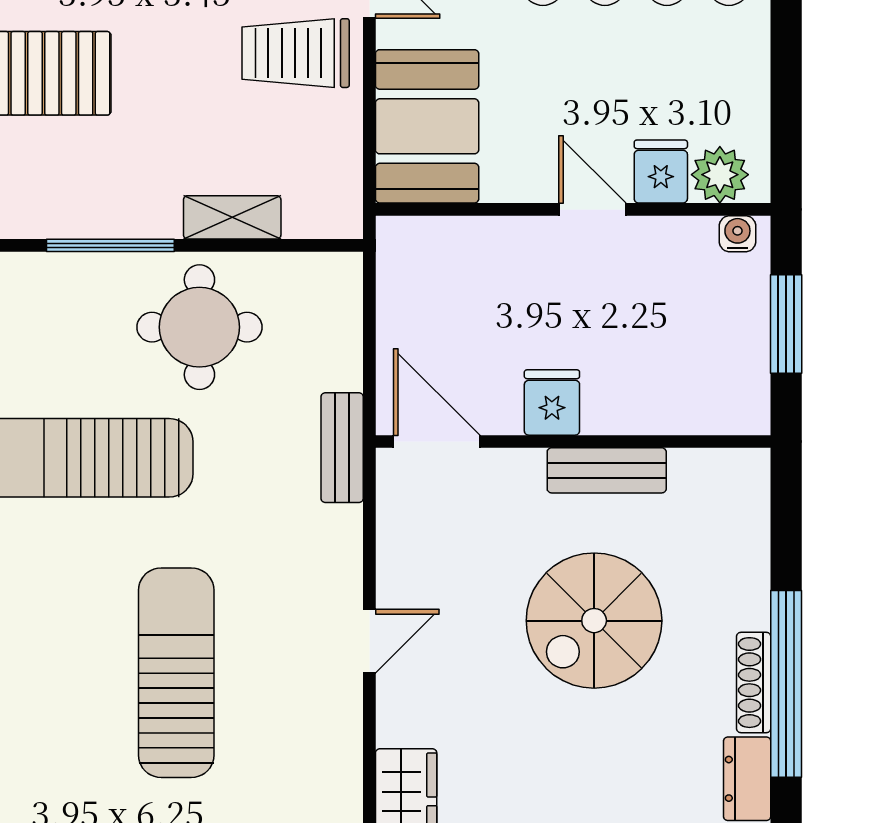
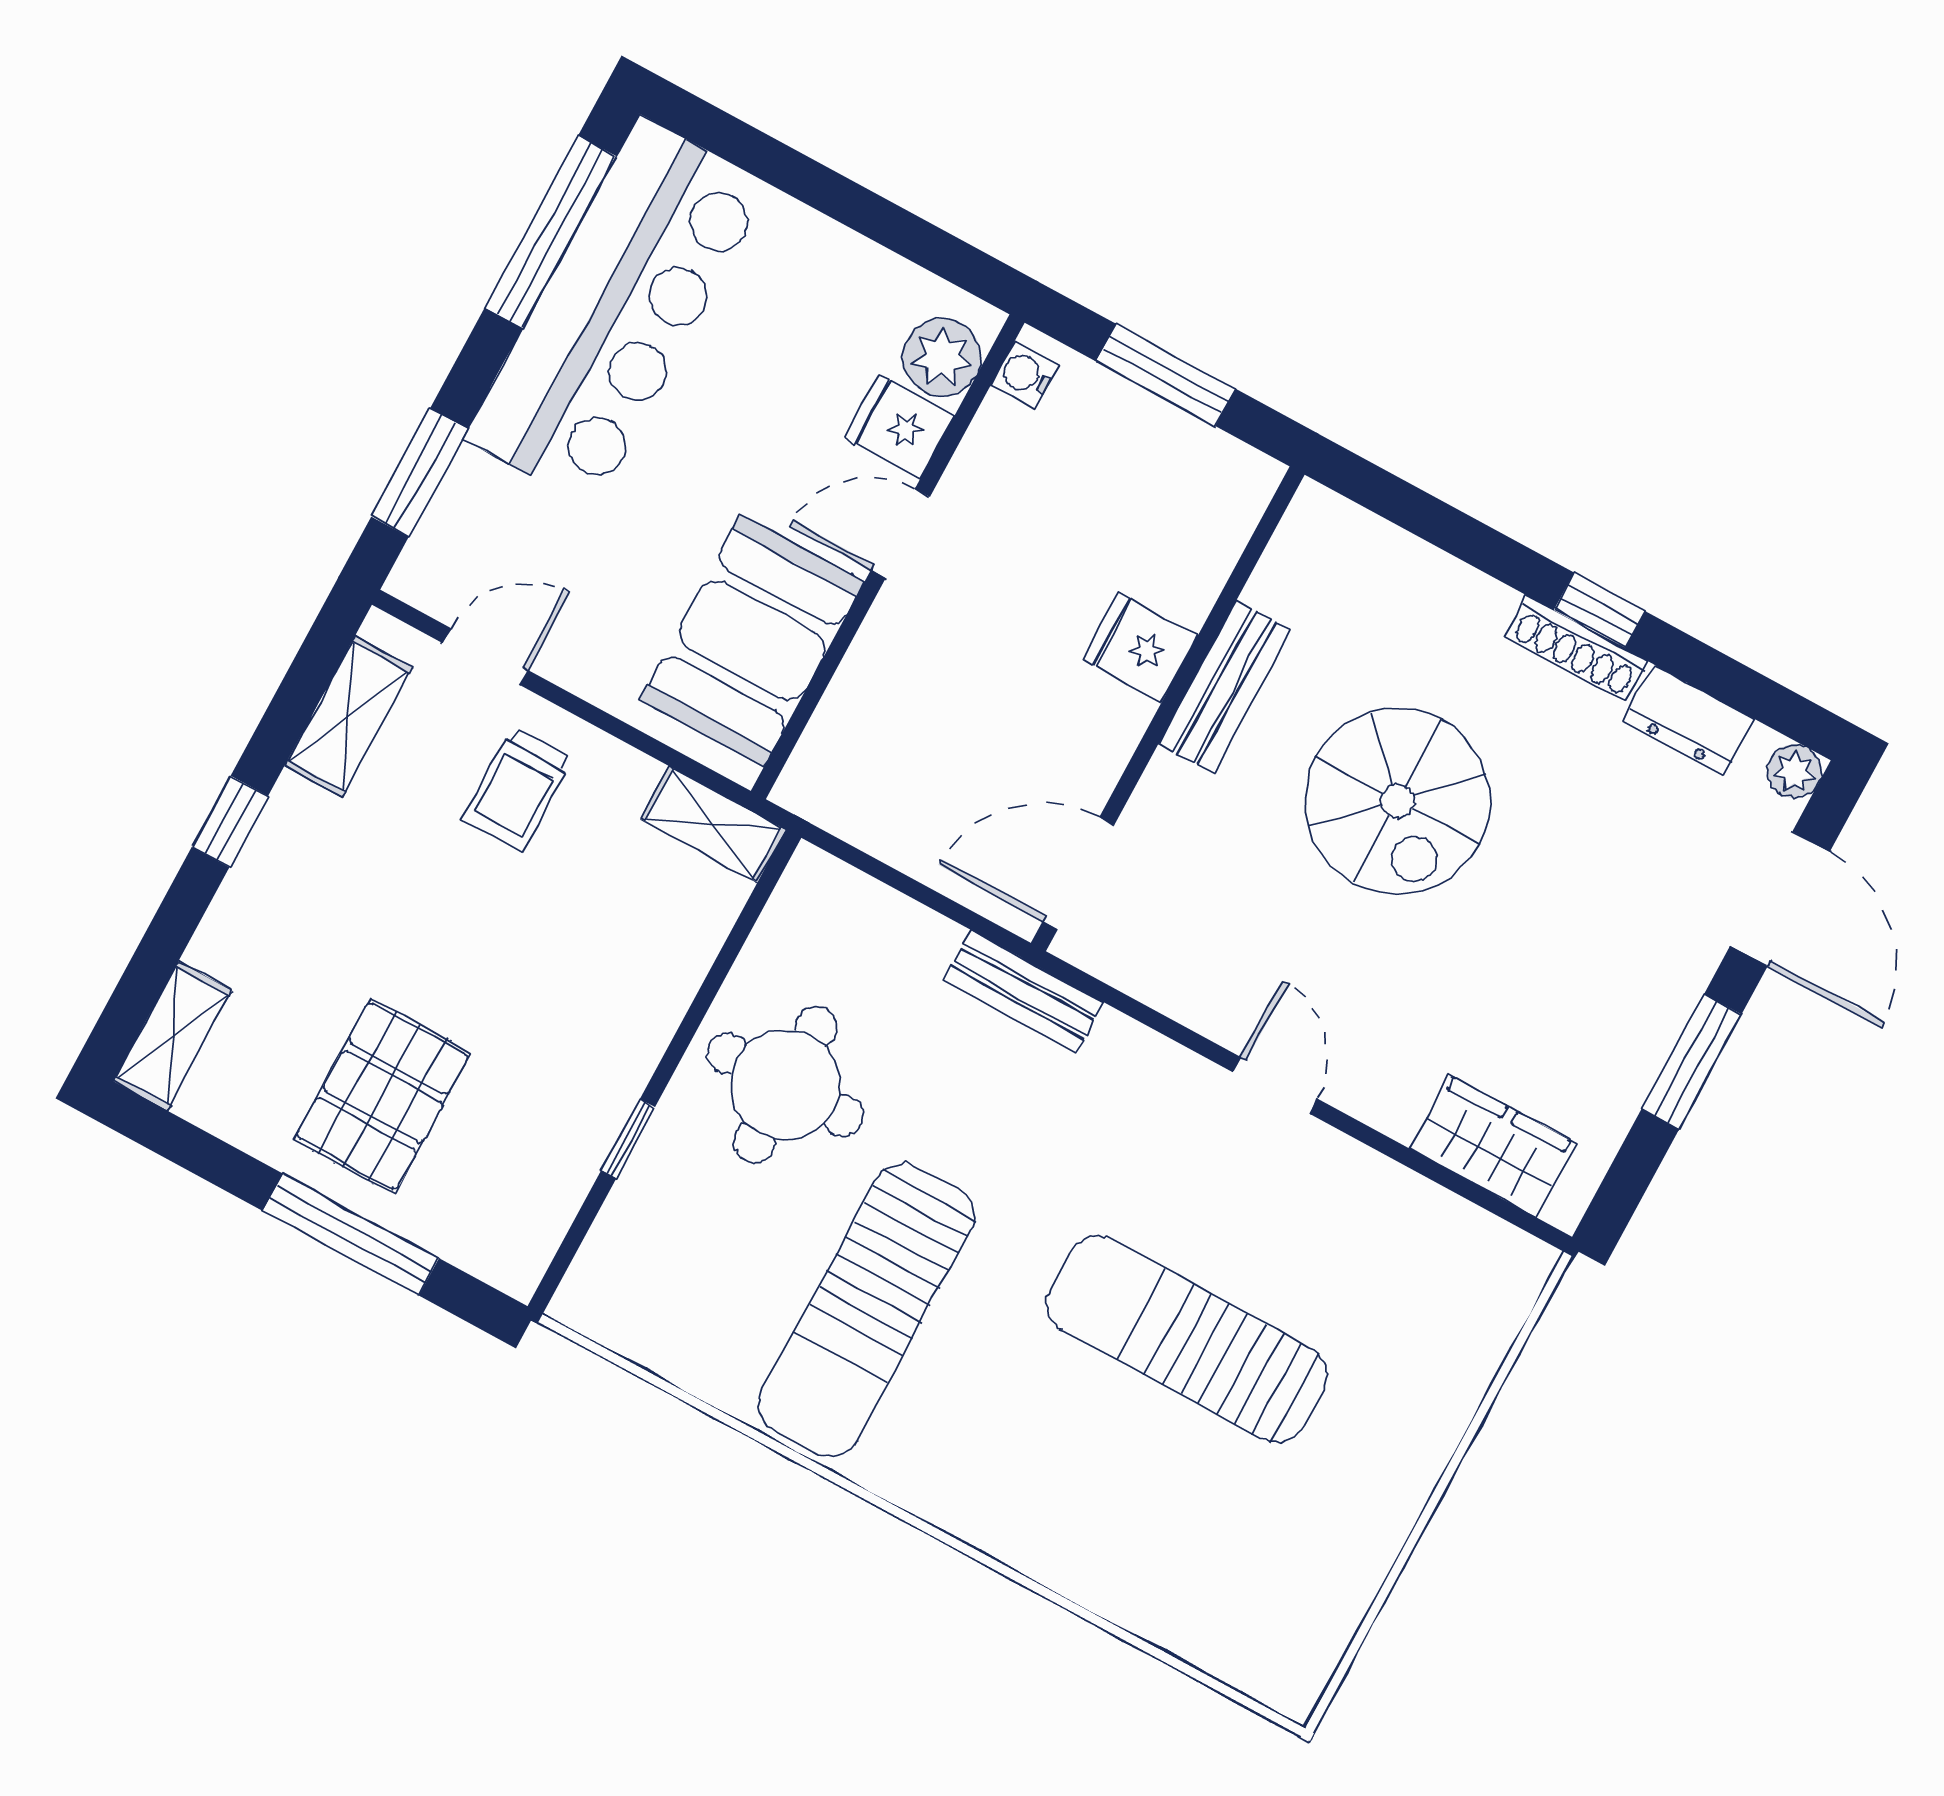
trolley: (296, 53) -> (518, 789), width x0.73, depth x0.72
booth: (427, 126) -> (752, 641), moved, turned 90
shelving: (232, 217) -> (713, 824), moved, turned 90
window: (110, 245) -> (628, 1139), width x0.46
fridge: (552, 402) -> (1140, 647), moved
window: (786, 684) -> (1600, 611), width x0.32

